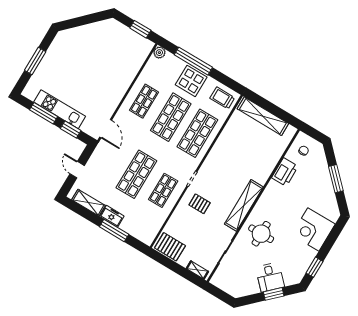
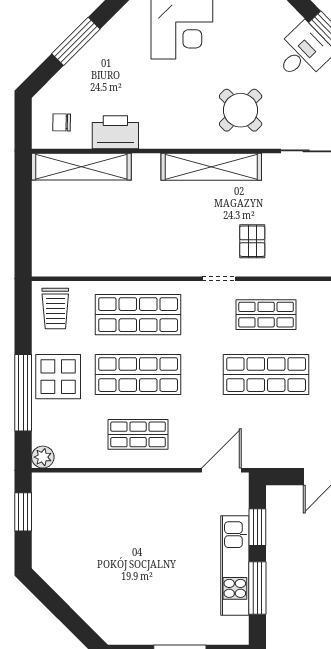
shelving: (263, 116) -> (81, 167), moved, turned 90
round table: (261, 234) -> (241, 110), turned 45

